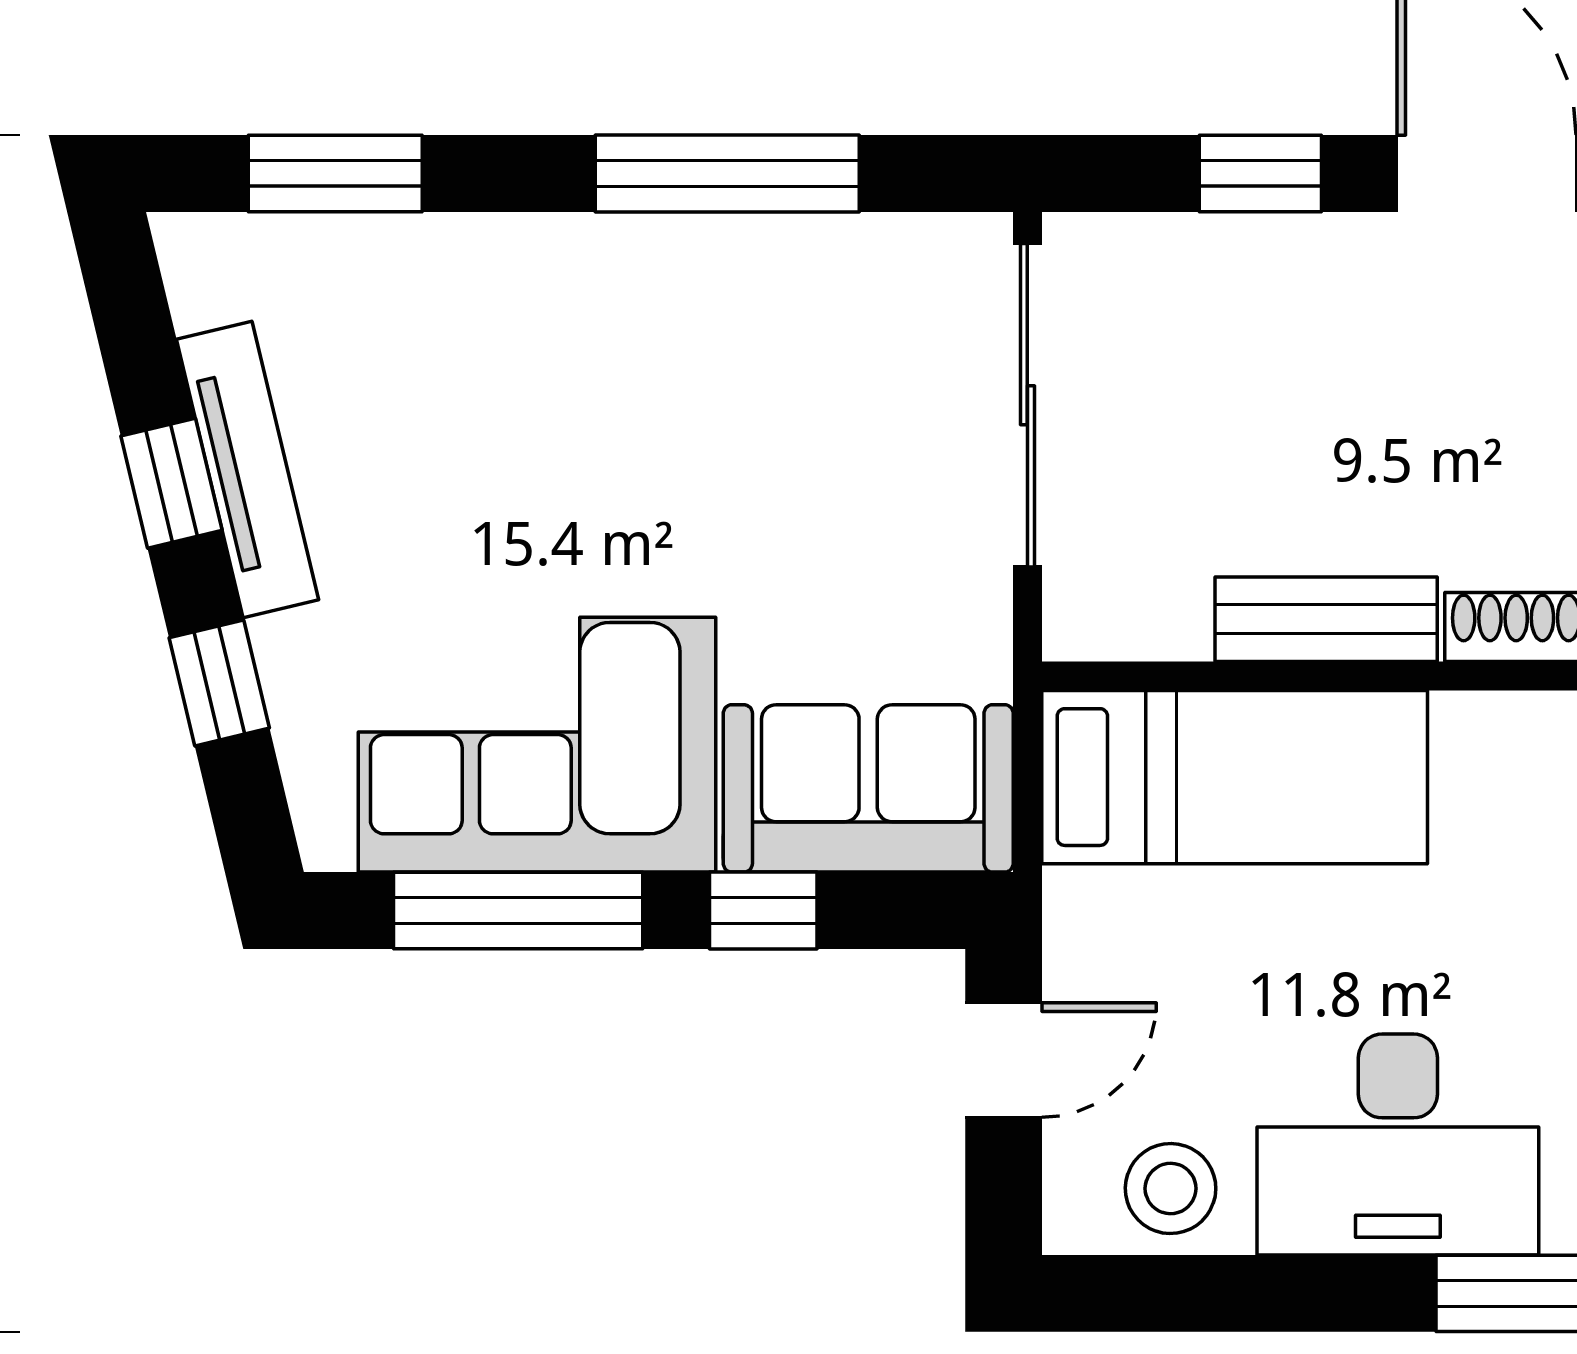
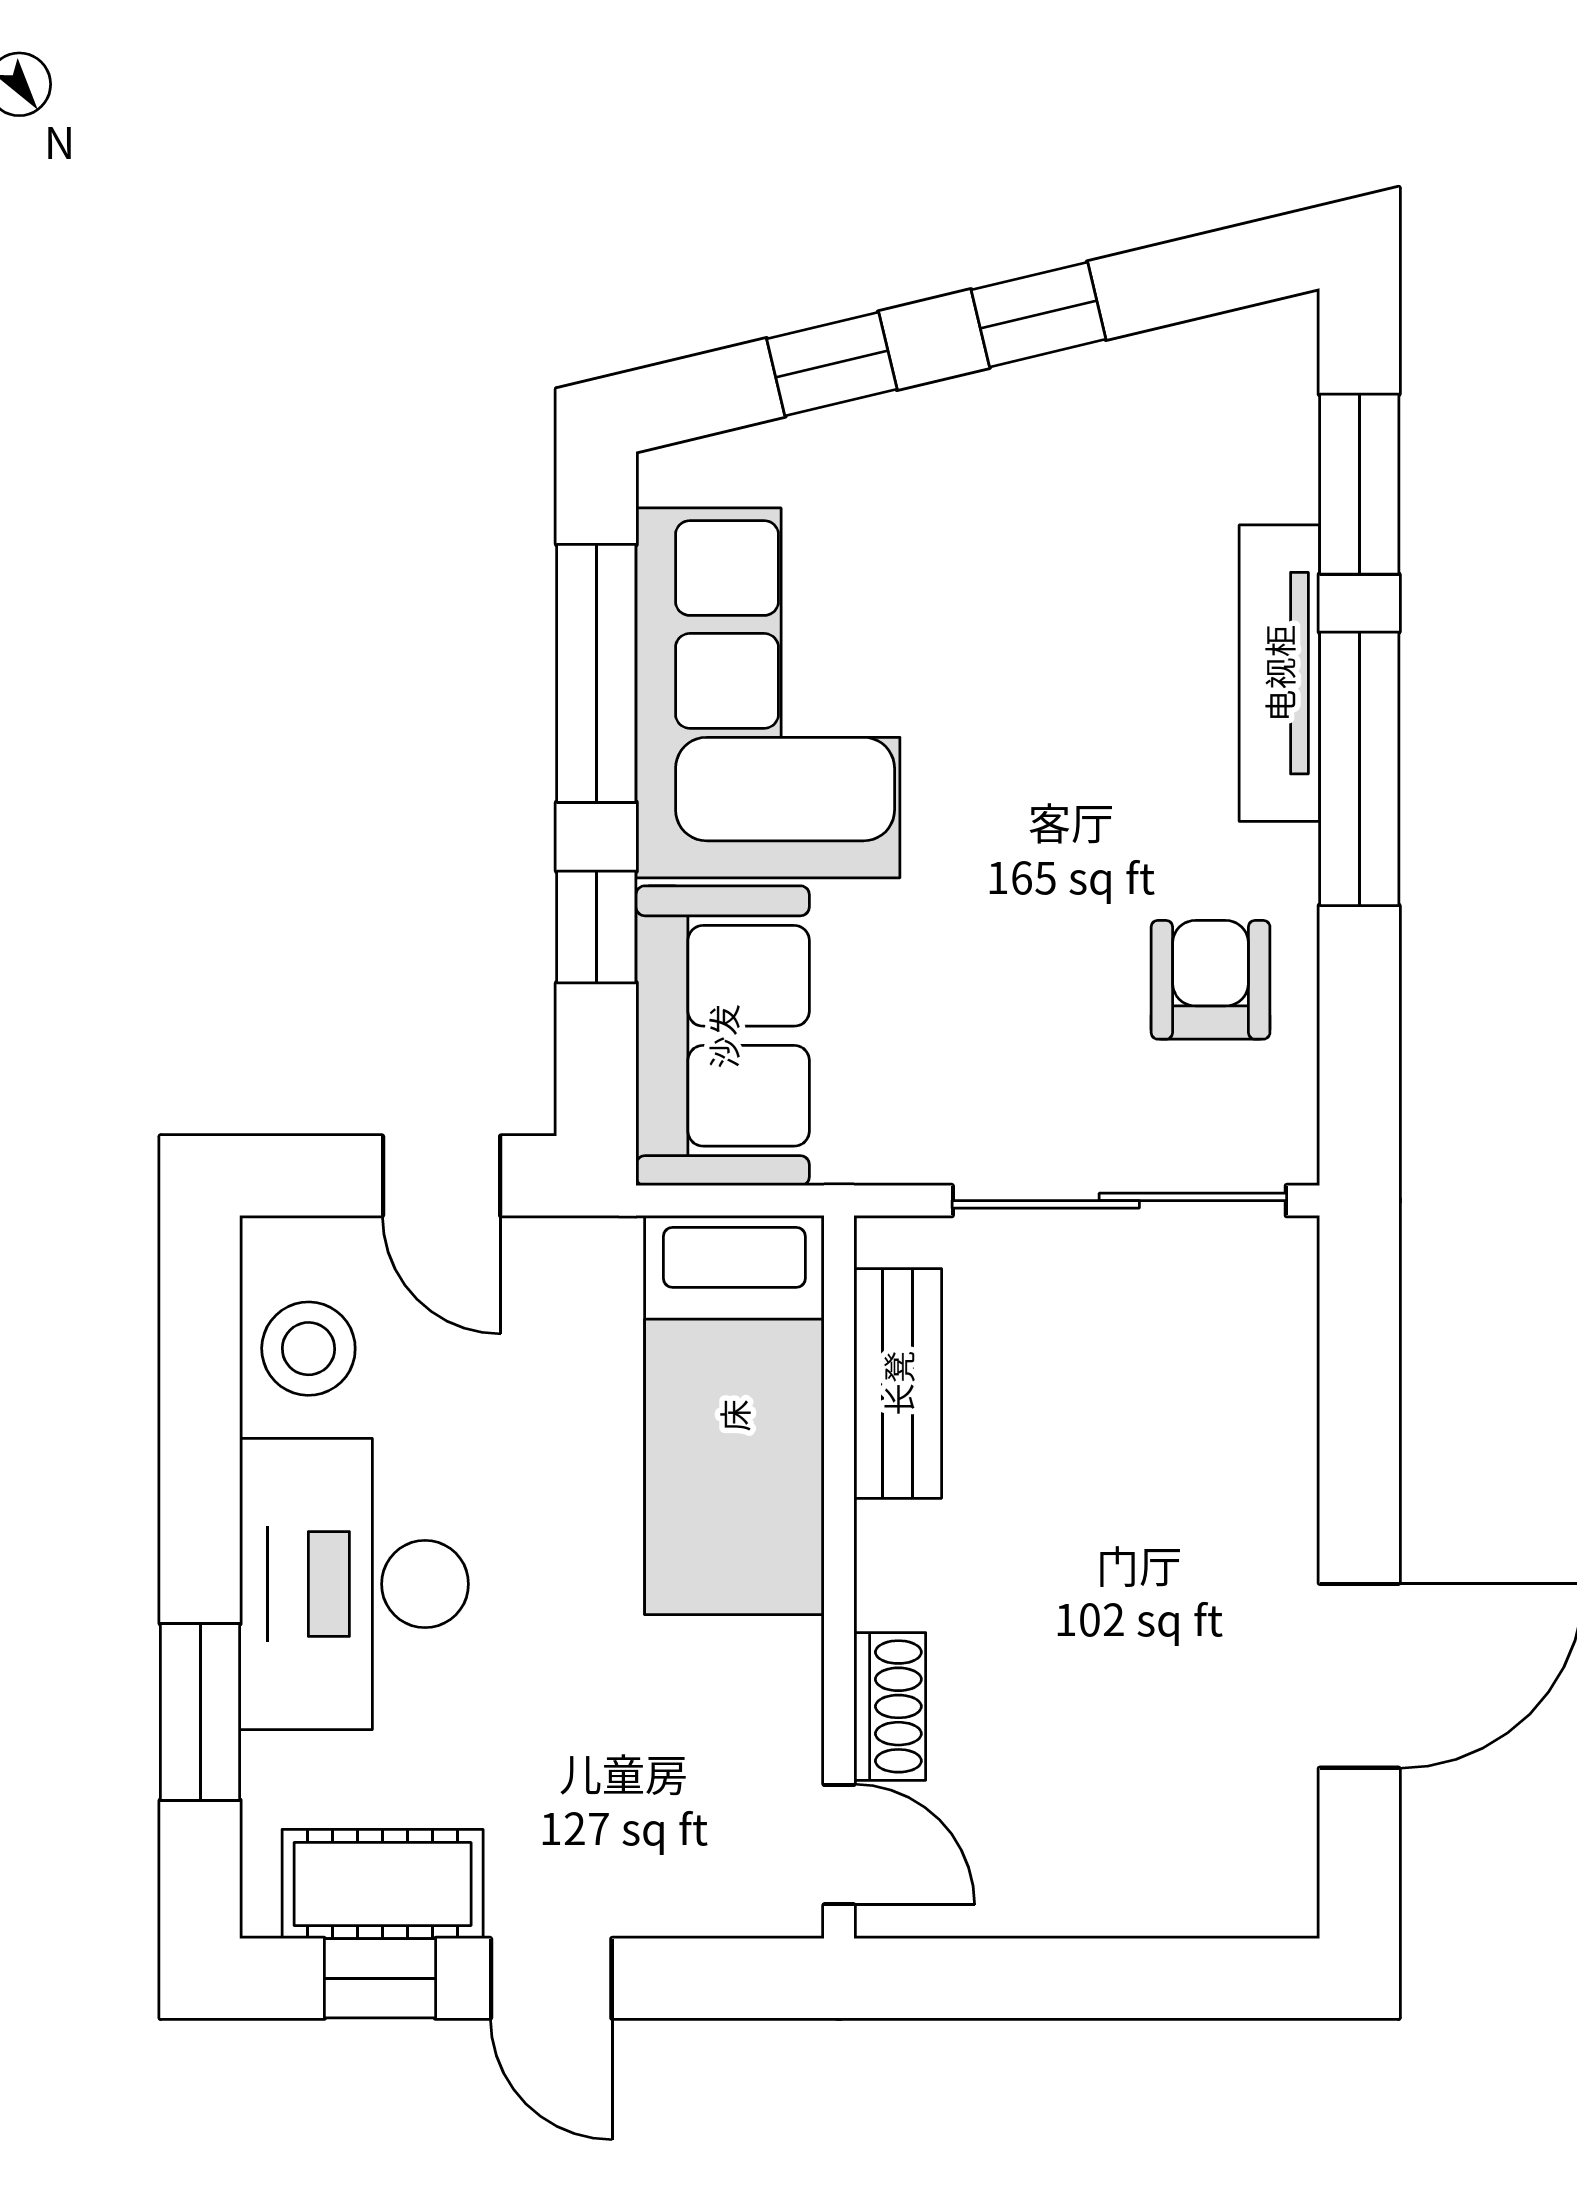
window: (727, 173) -> (1359, 769), moved
window: (1260, 173) -> (1359, 1442), removed
armchair: (814, 317) -> (1211, 980), added
tv unit: (247, 470) -> (1279, 673), moved, turned 103
bench: (1326, 619) -> (898, 1383), moved

